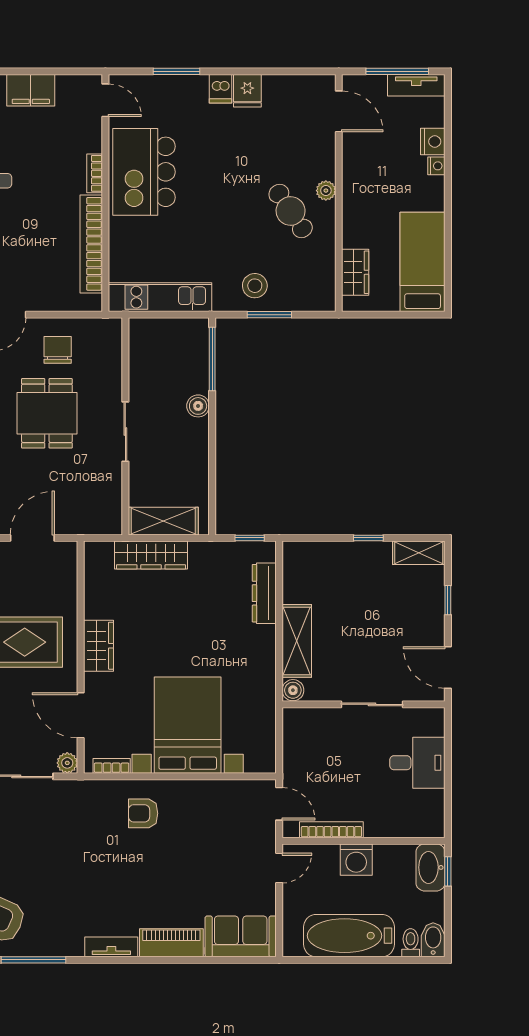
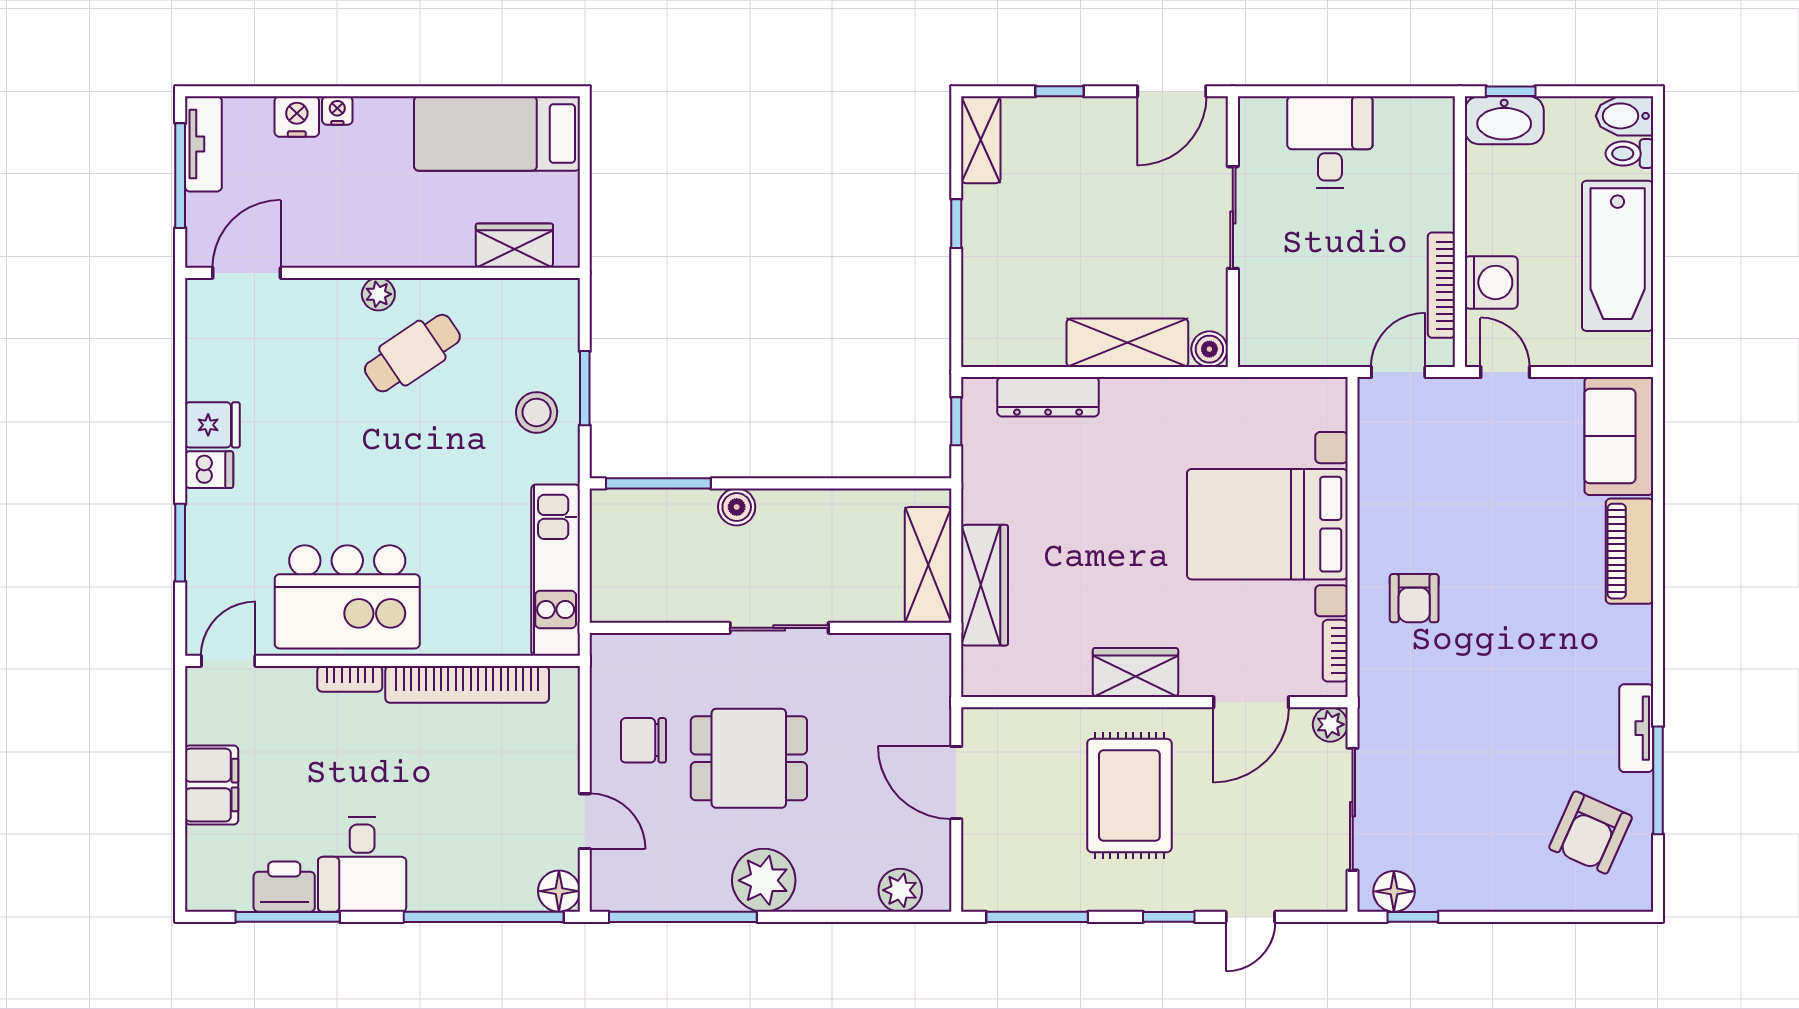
washing machine: (356, 860) -> (1491, 282), moved
tv unit: (111, 947) -> (1636, 728), moved

